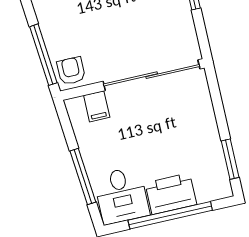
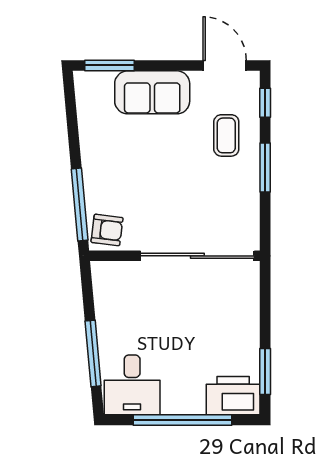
armchair: (71, 71) -> (107, 230), turned 97
filing cabinet: (97, 106) -> (127, 277), removed
printer: (171, 194) -> (233, 396), moved

